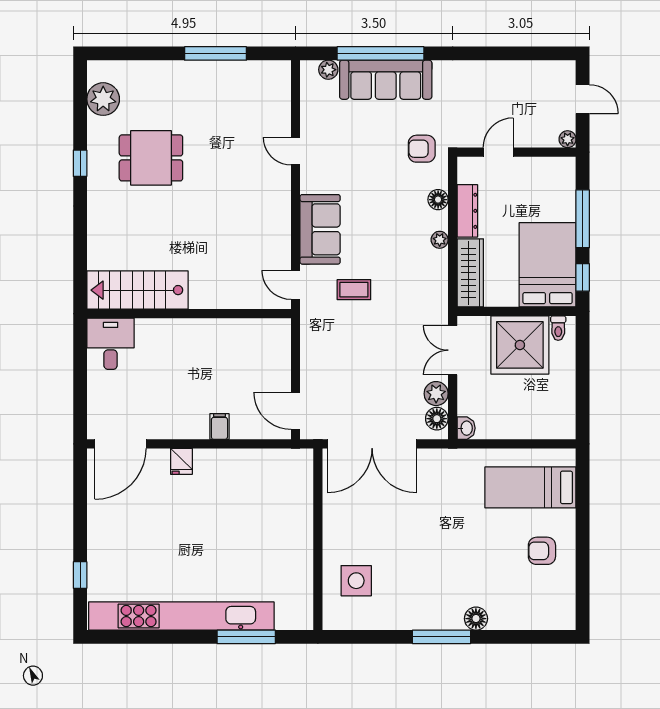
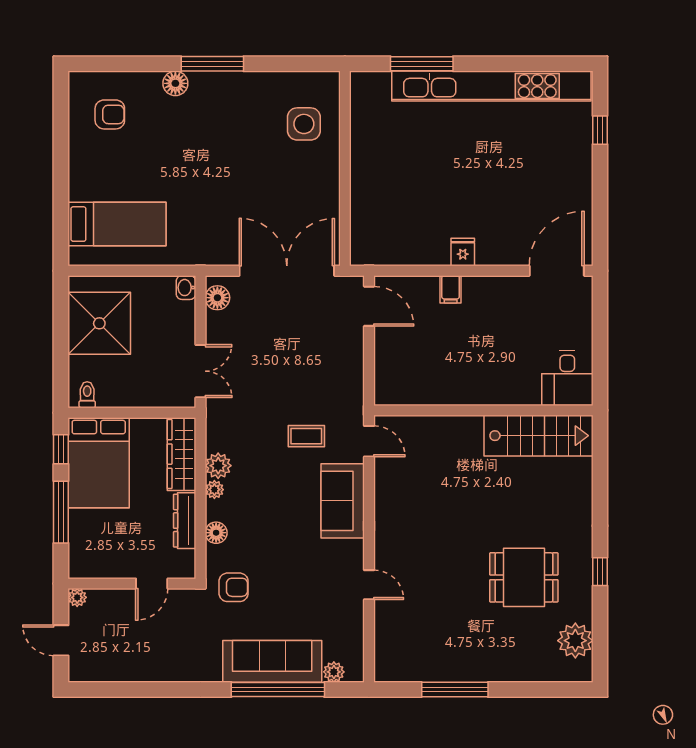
shower: (520, 345) -> (99, 323), moved
plant: (436, 394) -> (218, 466), moved
fridge: (181, 461) -> (463, 252), moved
armchair: (542, 551) -> (110, 114), moved

